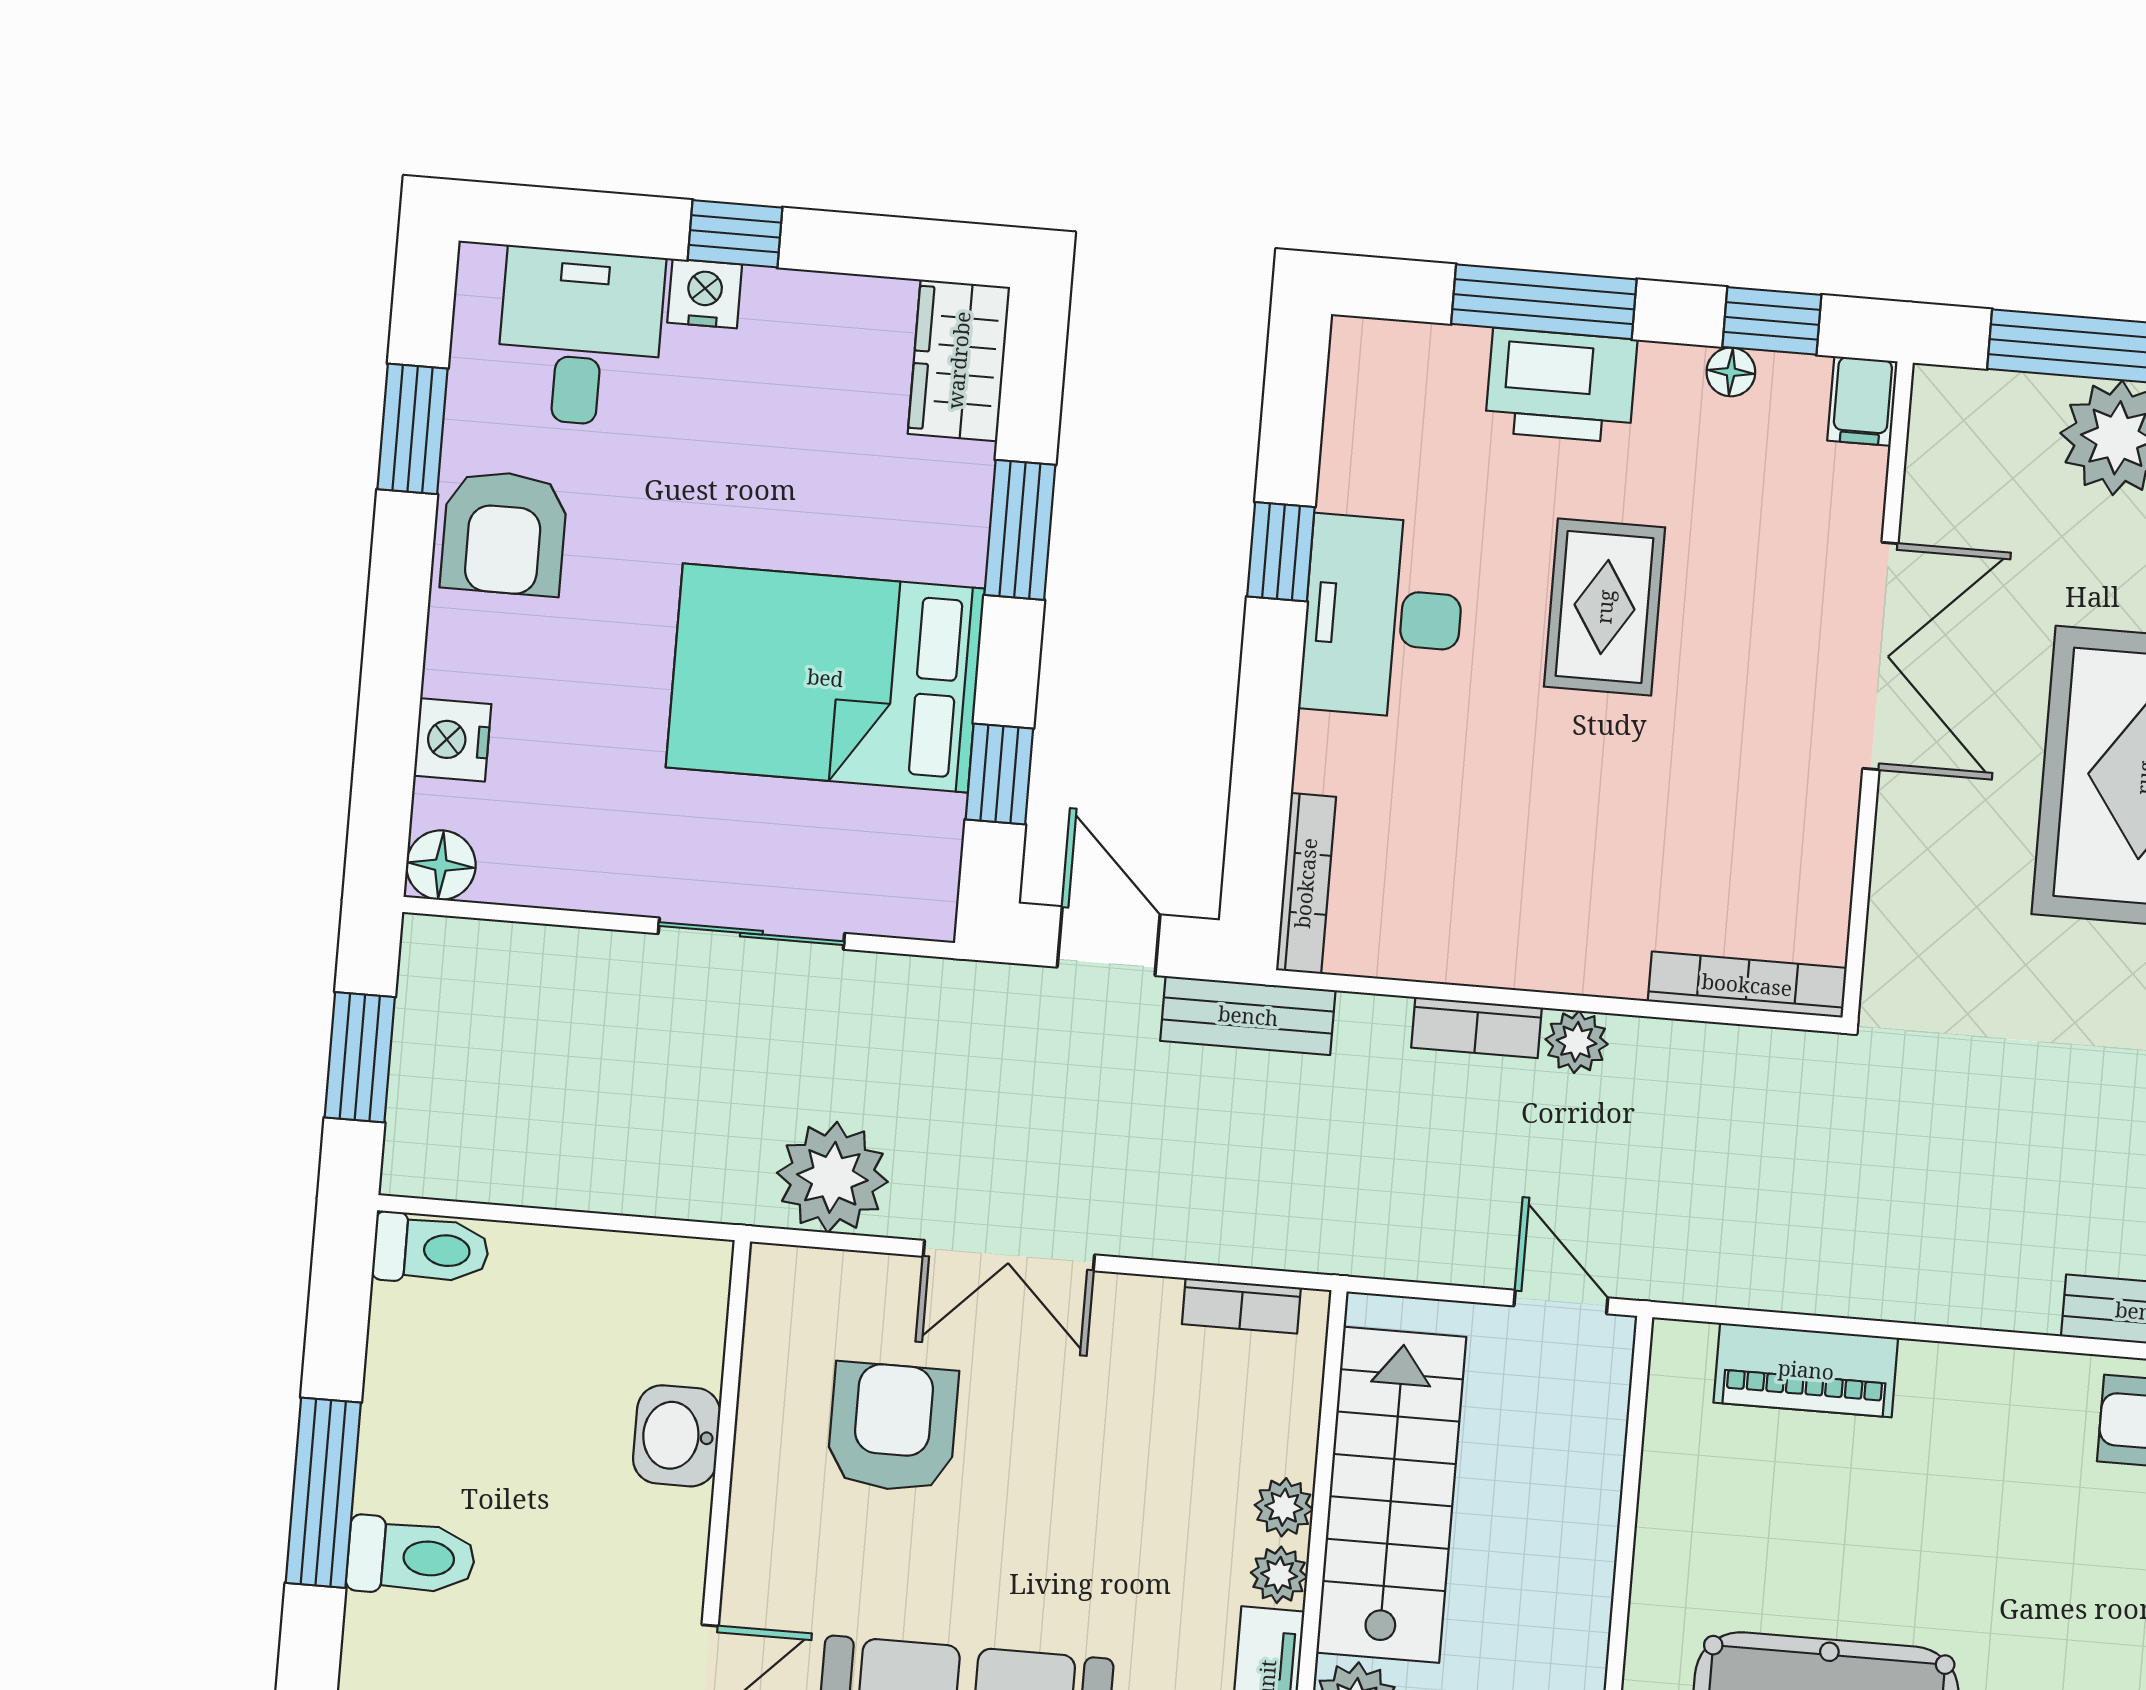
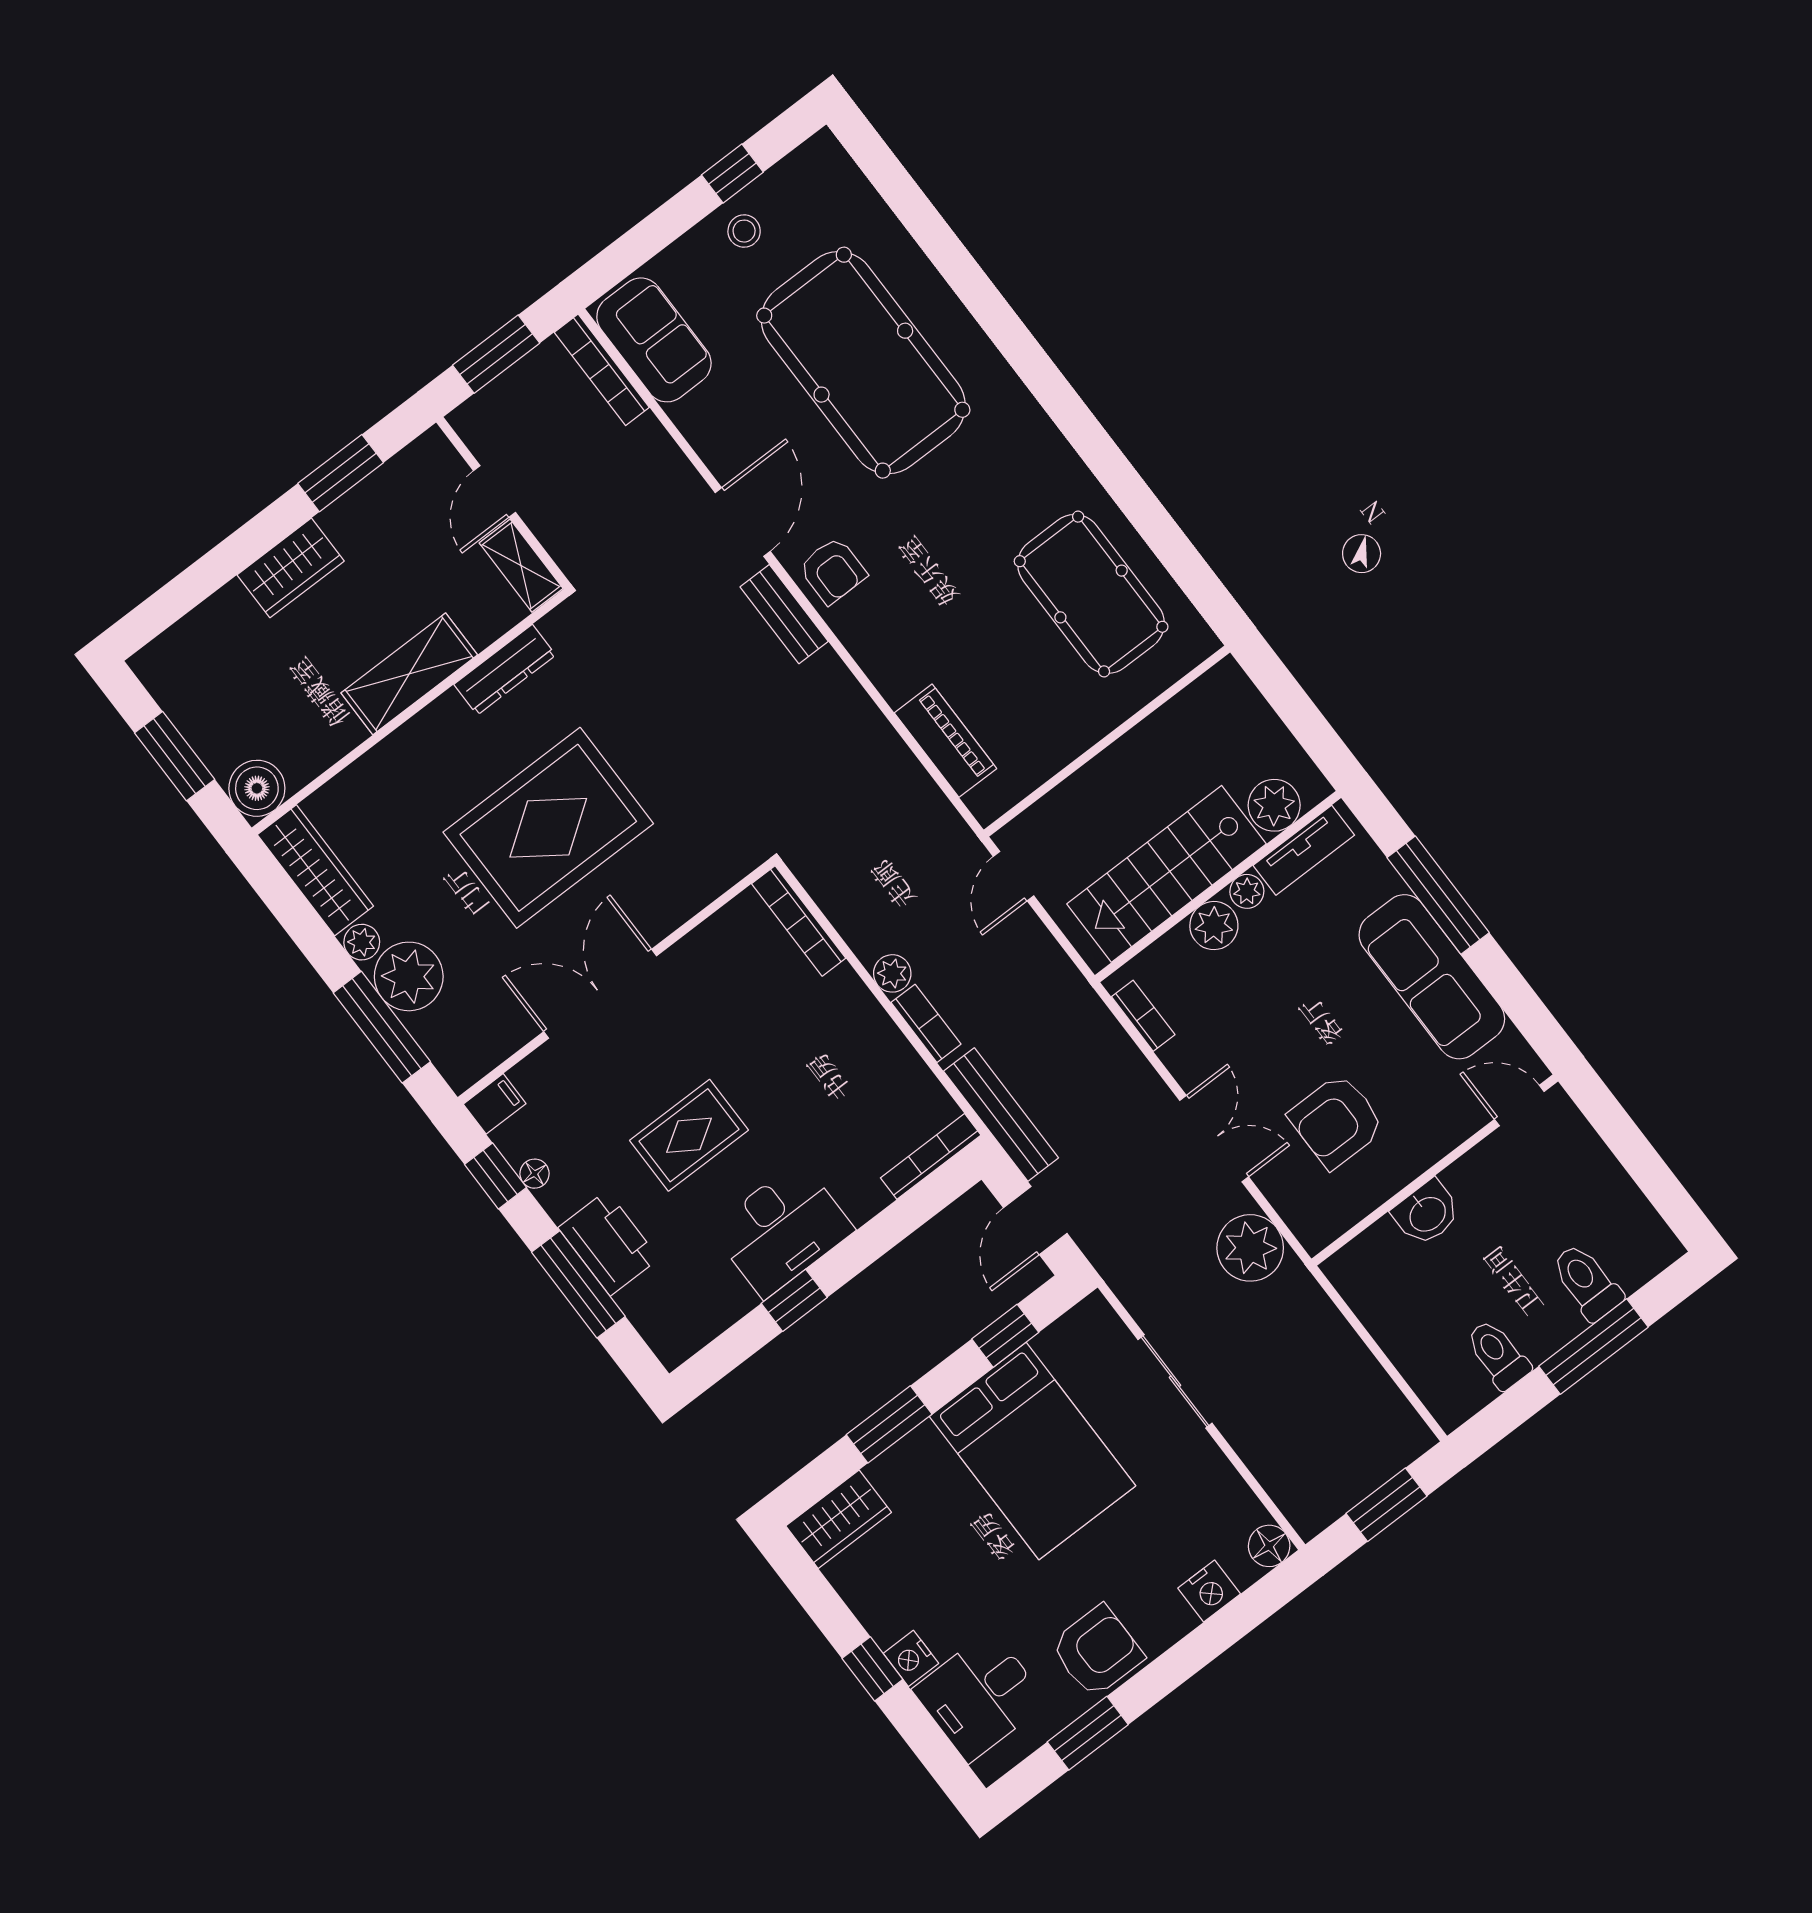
bench: (1248, 1016) -> (1001, 1114), width x1.36
toilet: (431, 1249) -> (1498, 1354), moved
plant: (1284, 1507) -> (1214, 926), width x1.38, depth x1.38

